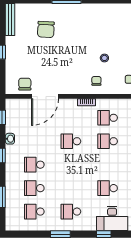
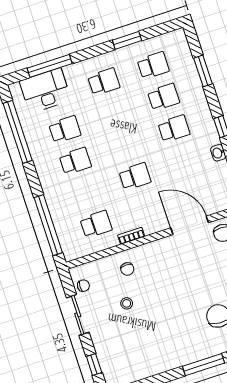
door: (45, 96) -> (190, 225), hinge flipped
school desk: (108, 141) -> (75, 161), moved
window: (60, 234) -> (127, 40), moved
window: (104, 234) -> (50, 66), width x2.17

